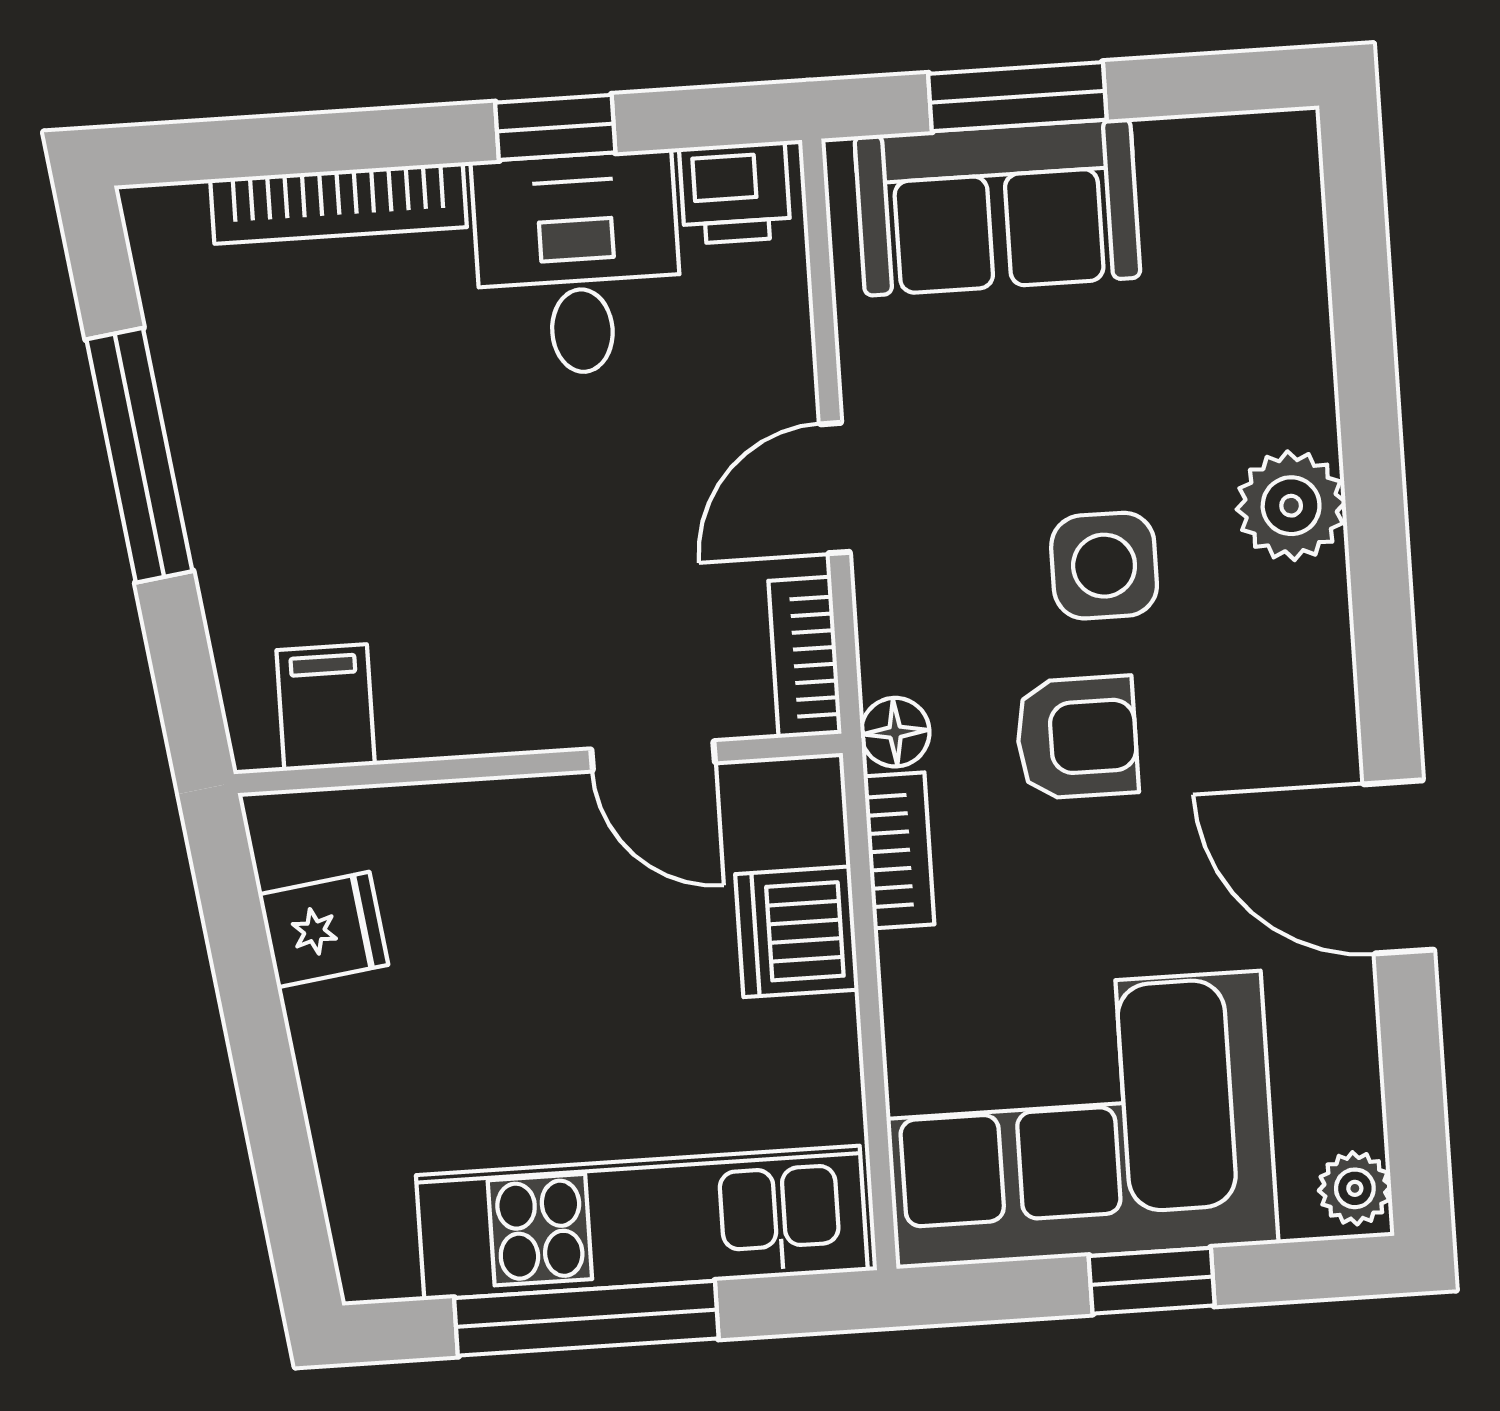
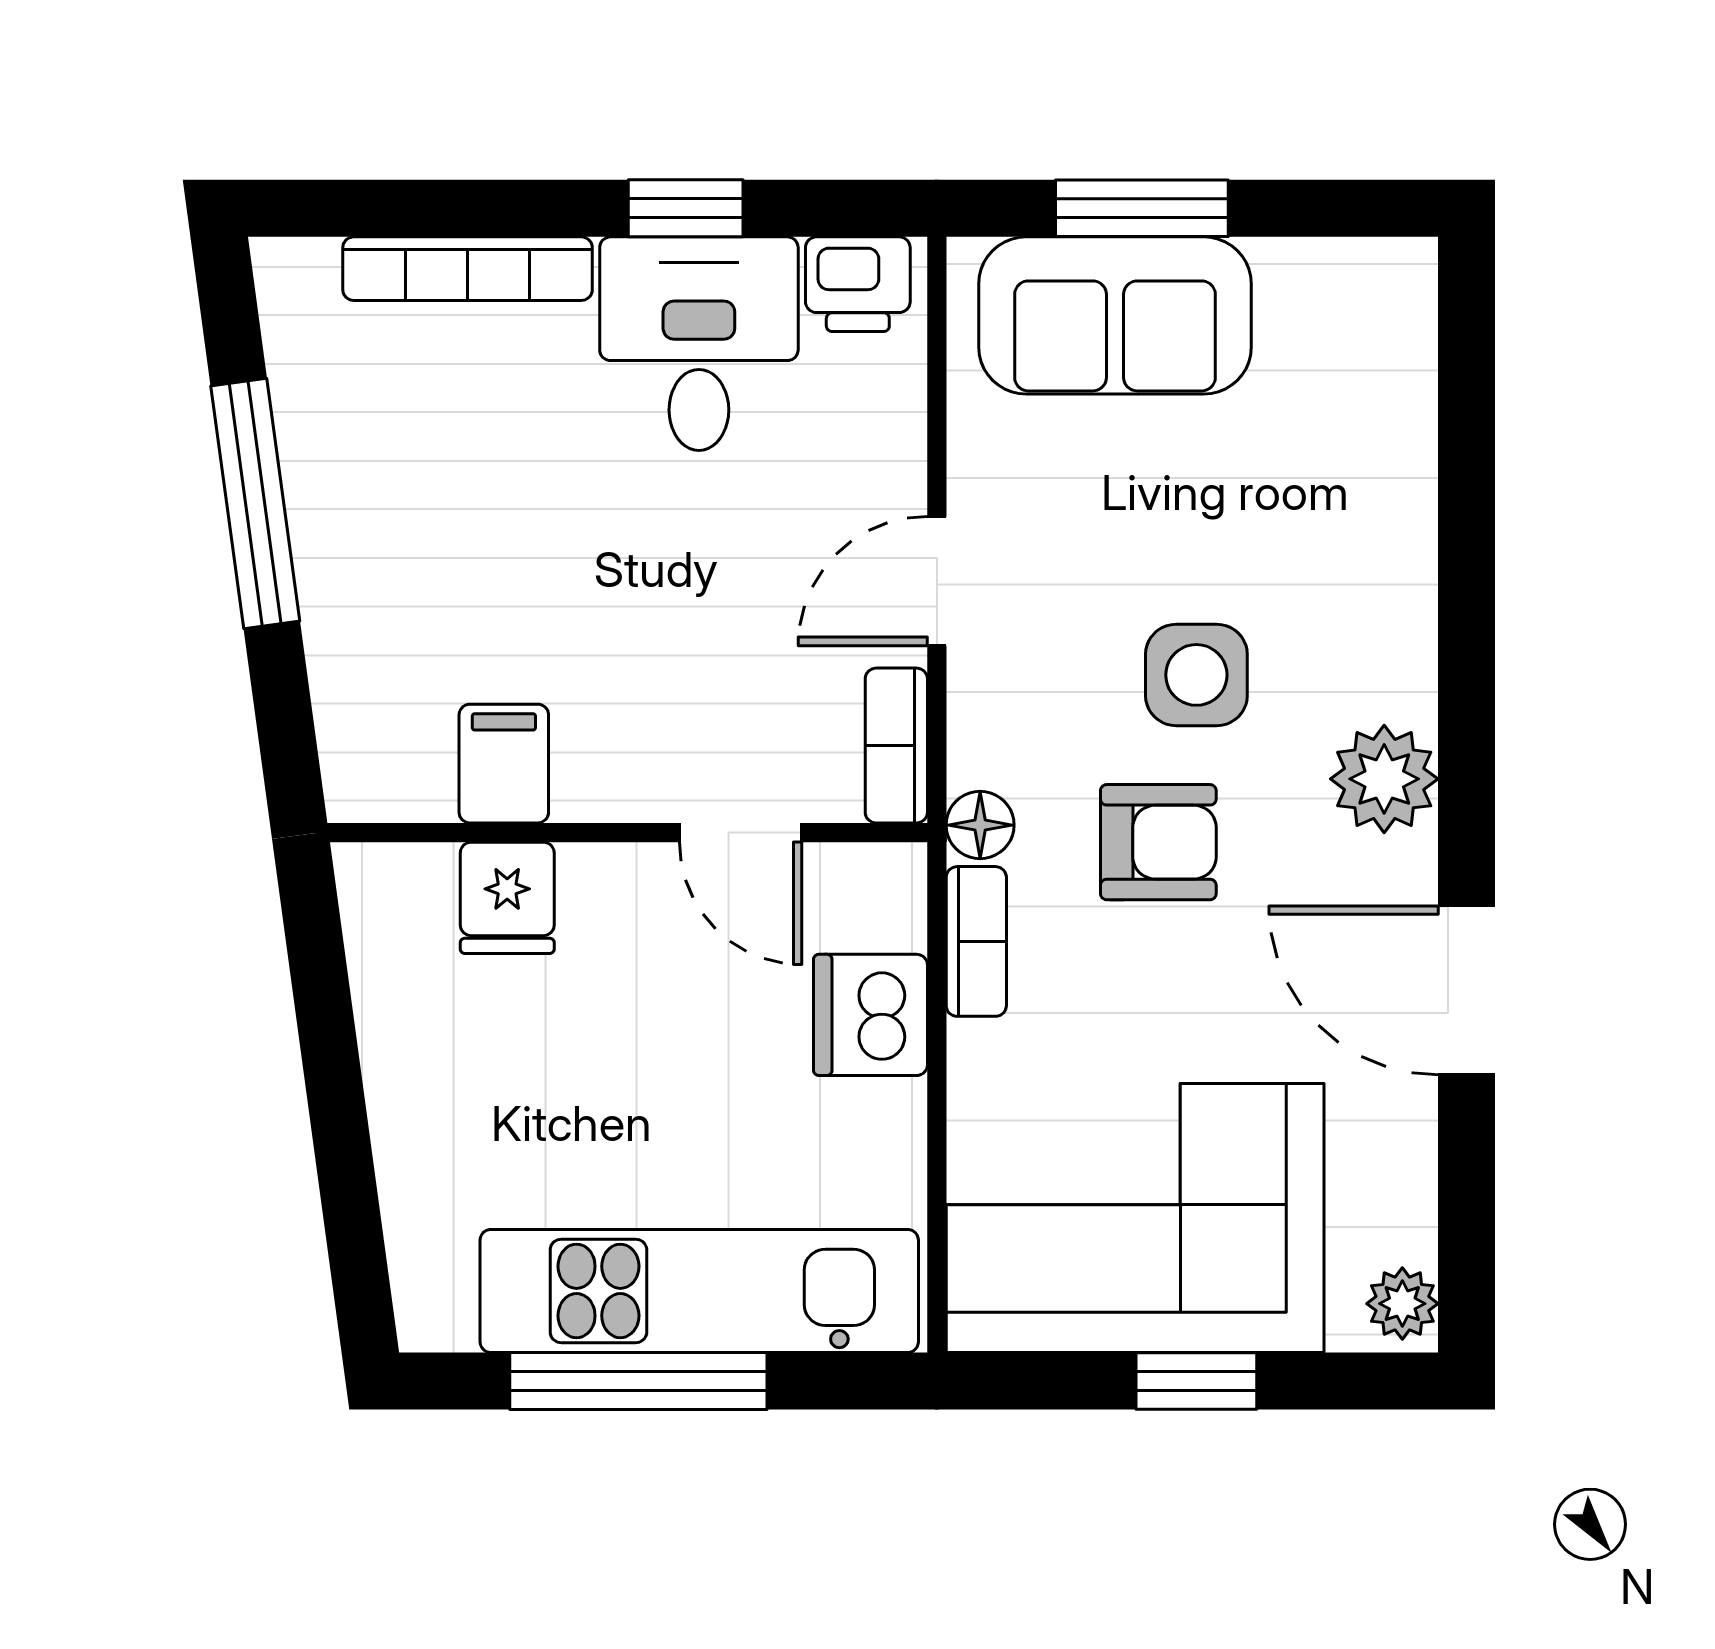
plant: (1291, 506) -> (1384, 779), moved
filing cabinet: (326, 707) -> (504, 764), moved
fridge: (323, 930) -> (507, 898), moved, turned 98

